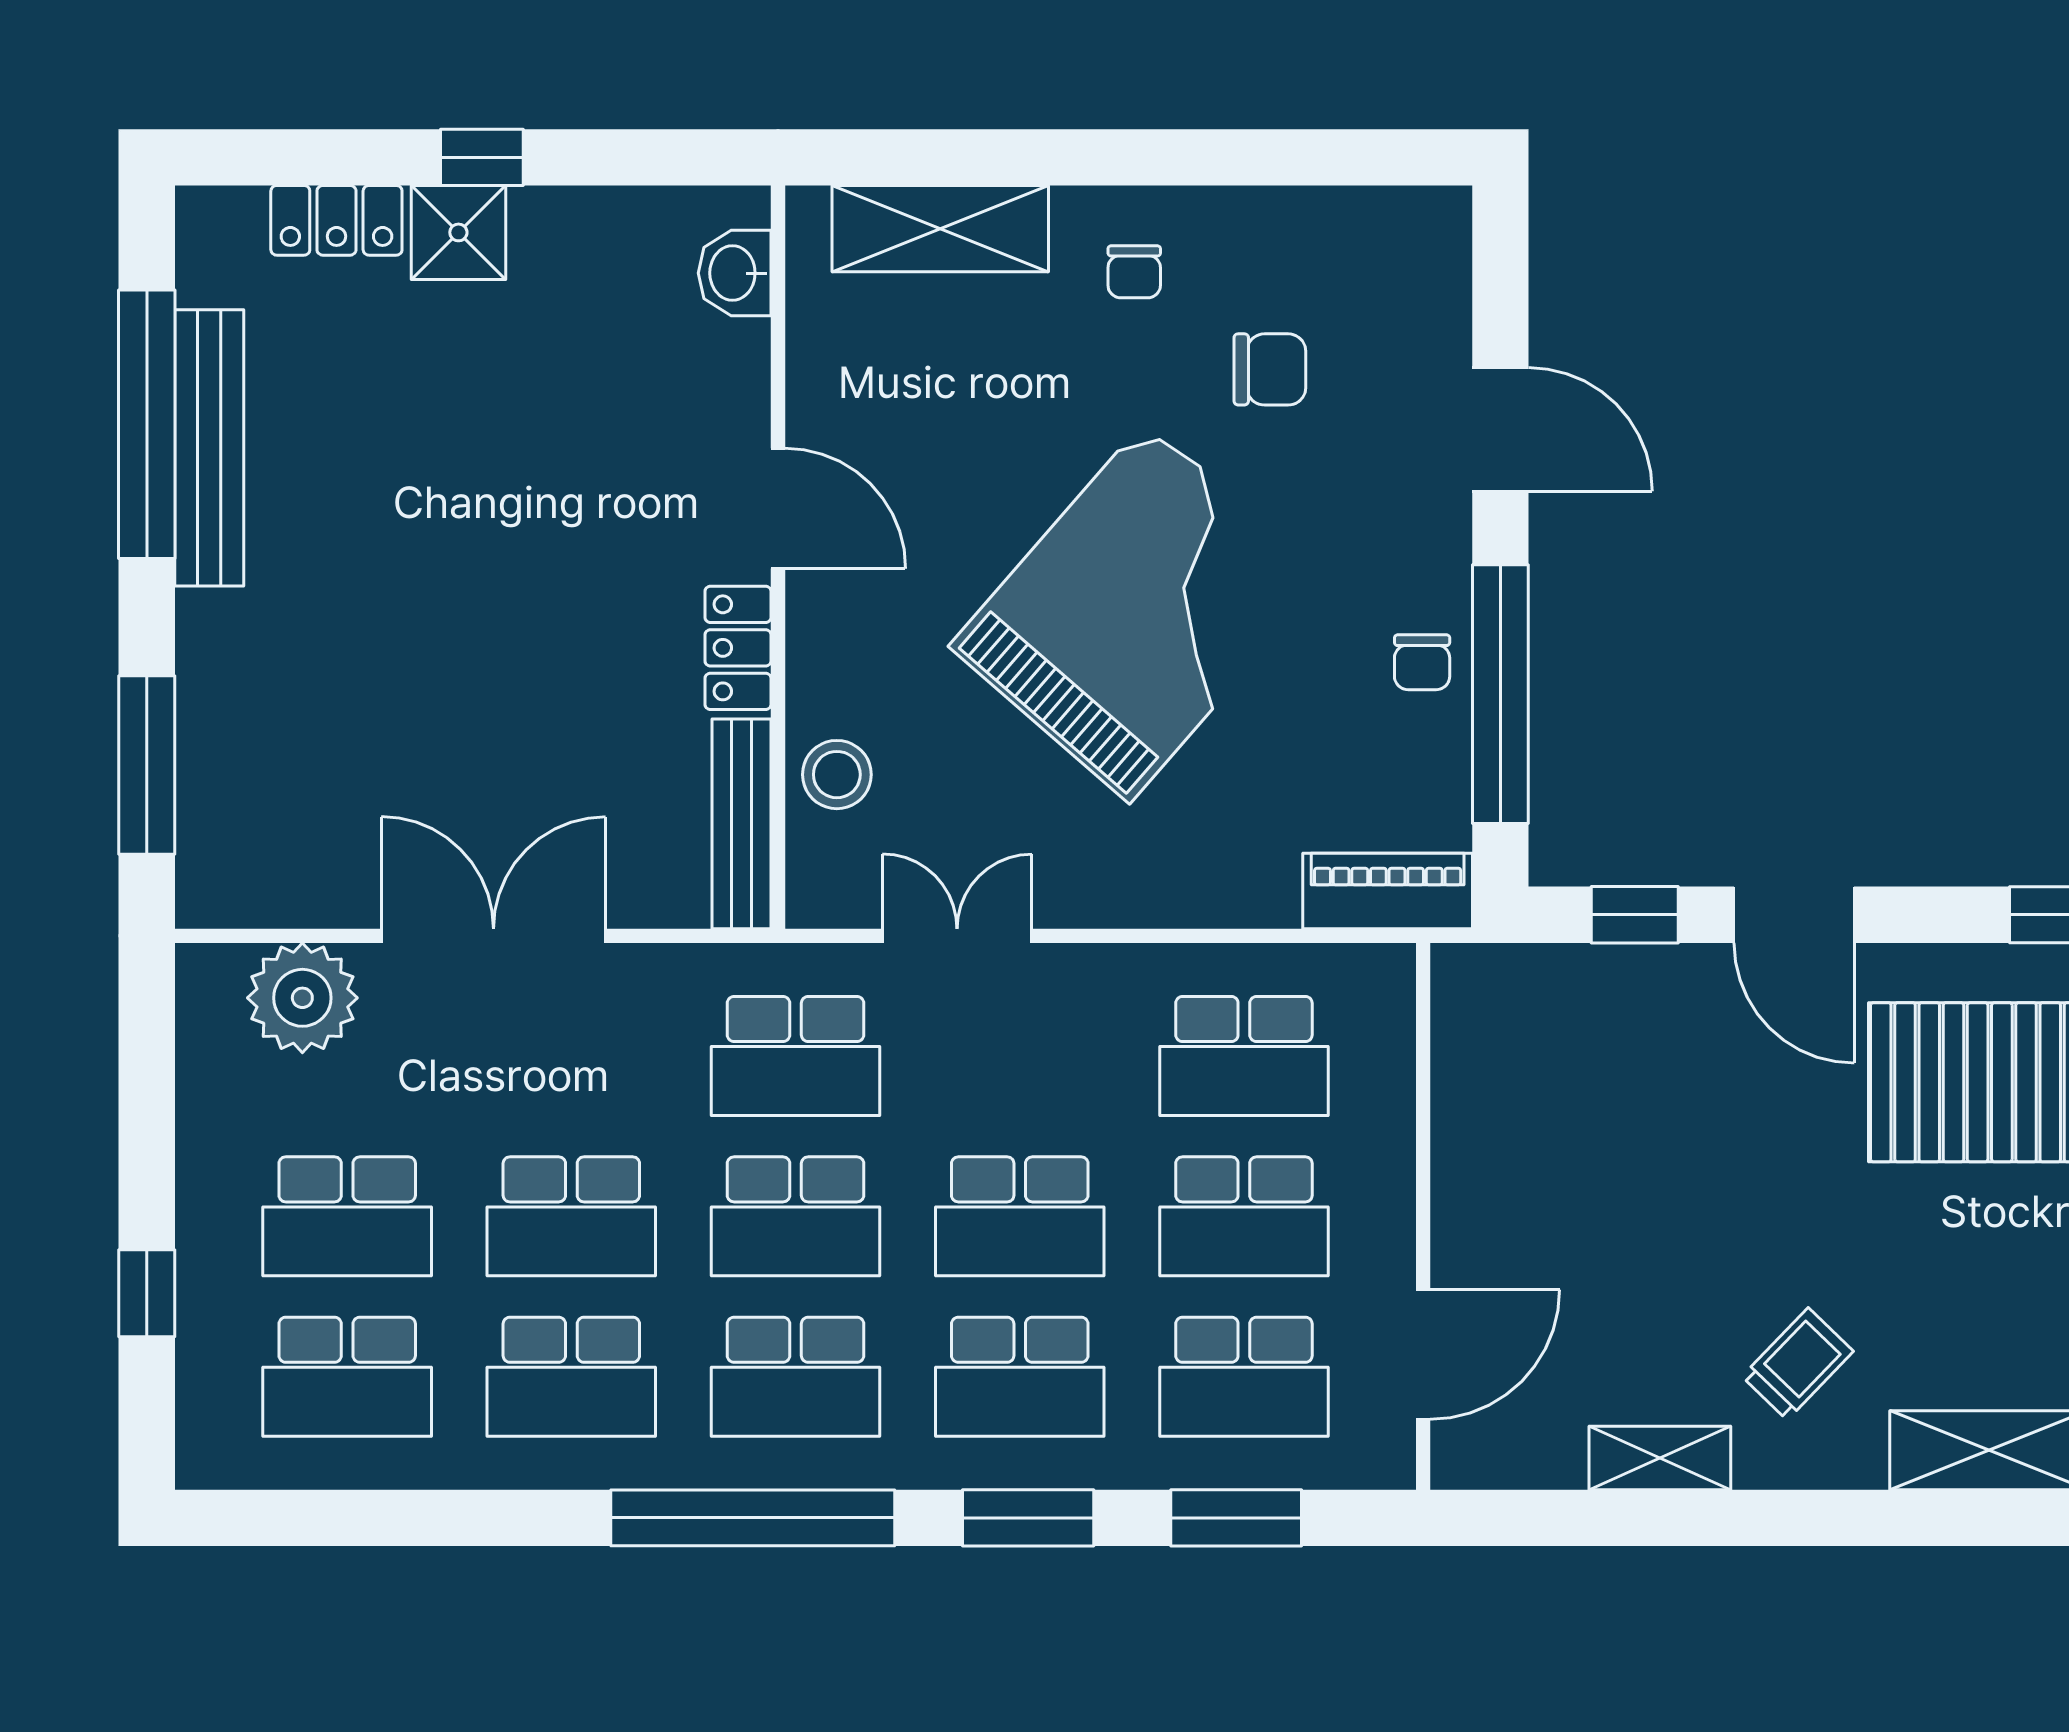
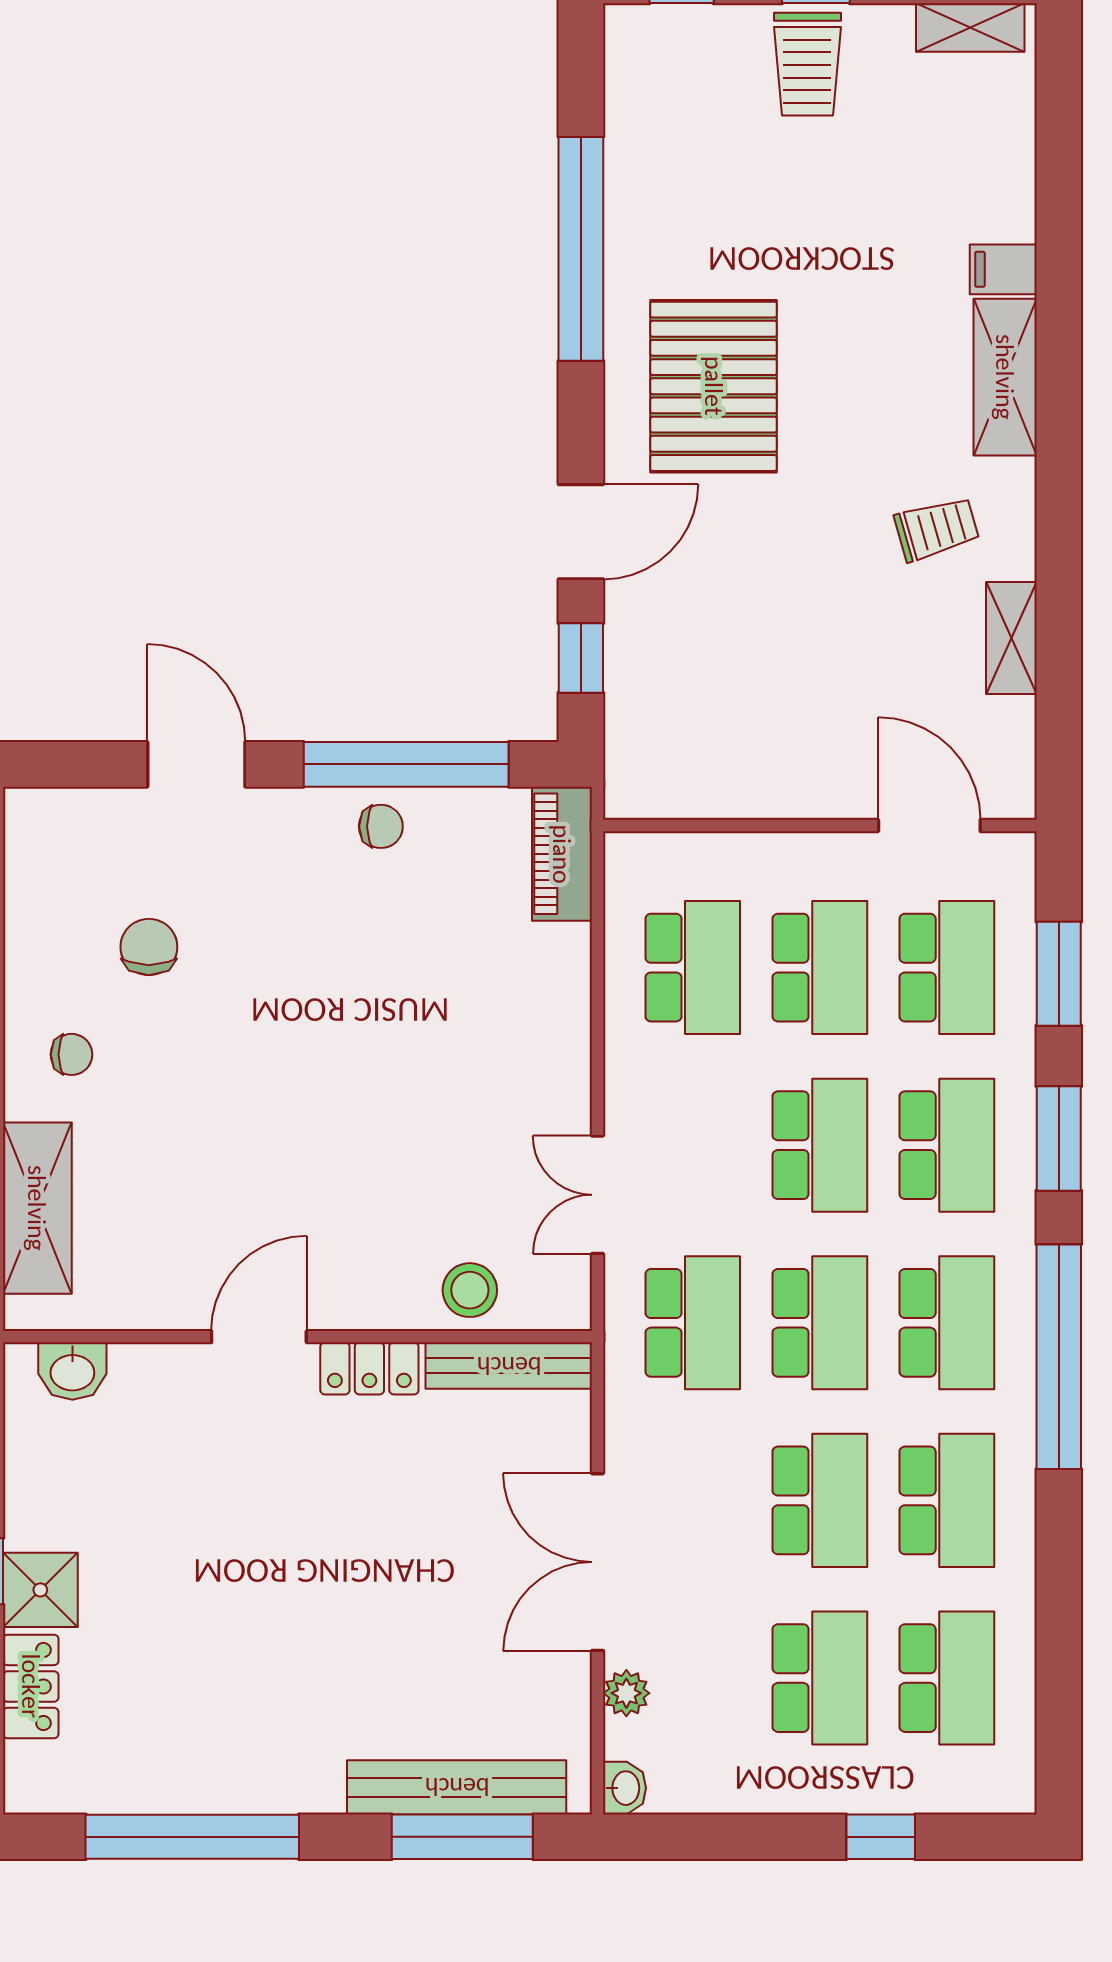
door: (1500, 429) -> (196, 764), hinge flipped
bench: (209, 448) -> (457, 1787), moved
grand piano: (1138, 612) -> (341, 1052), removed
washbasin: (208, 970) -> (625, 1788), added
plant: (302, 998) -> (626, 1693), width x0.53, depth x0.53
trolley: (1798, 1364) -> (937, 529), turned 120

